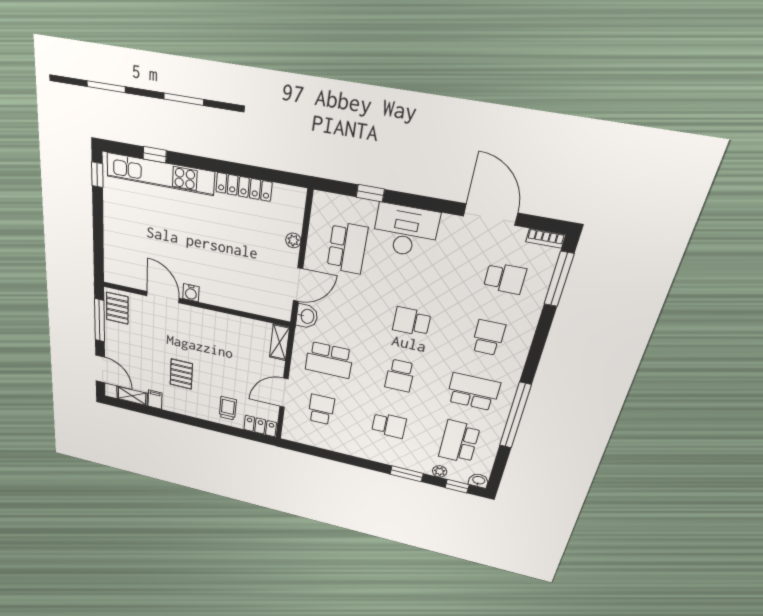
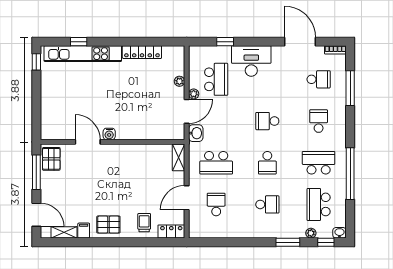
plant: (311, 262) -> (194, 94), added
window: (559, 279) -> (350, 88), moved
pallet: (181, 374) -> (108, 225), moved, turned 90

